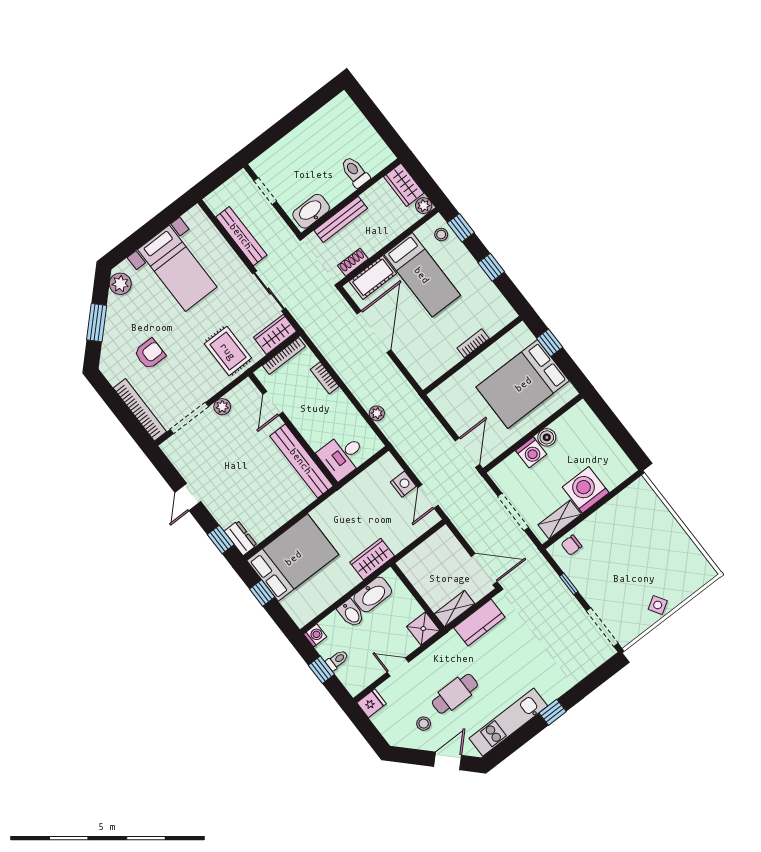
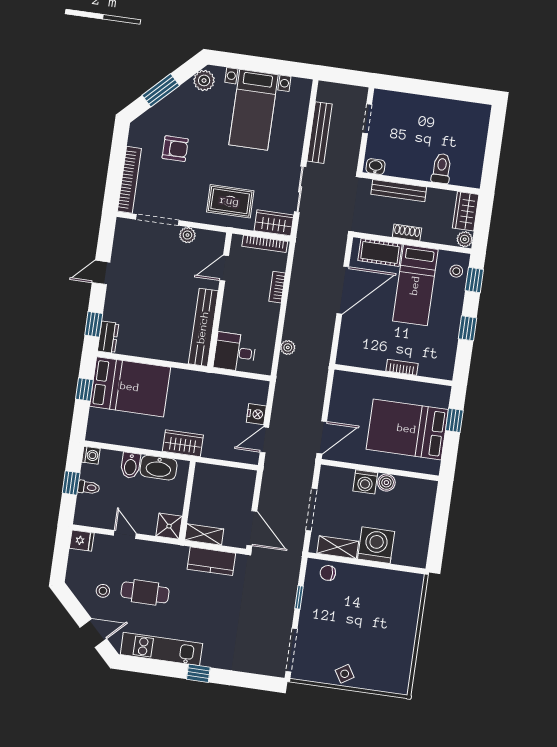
washbasin: (311, 211) -> (376, 167), width x0.52, depth x0.69
shoe rack: (353, 262) -> (407, 232), moved
rug: (228, 351) -> (230, 201), turned 90

